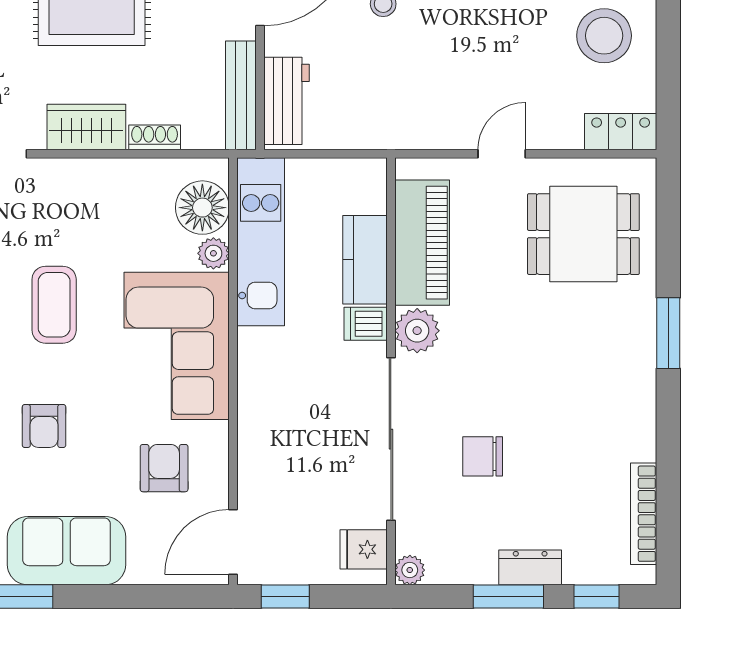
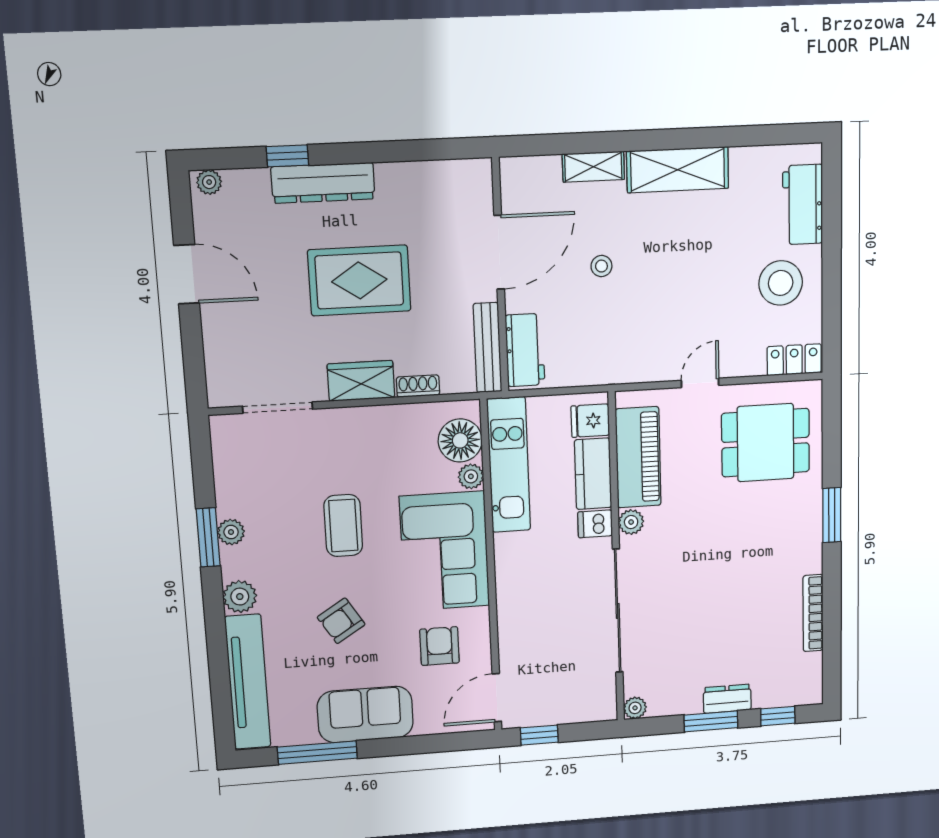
plant: (417, 331) -> (631, 522), width x0.73, depth x0.73
armchair: (44, 426) -> (341, 621), turned 58
chair: (483, 456) -> (689, 619), removed
bookcase: (644, 514) -> (813, 613), moved
fridge: (364, 549) -> (590, 421), moved

